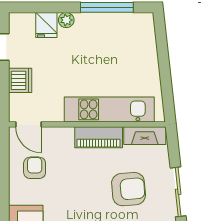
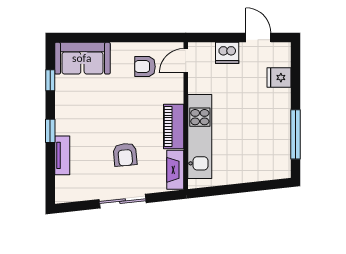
plant: (66, 20) -> (284, 96), removed
armchair: (35, 168) -> (145, 67), turned 180
armchair: (129, 189) -> (125, 155), width x0.72, depth x0.72

